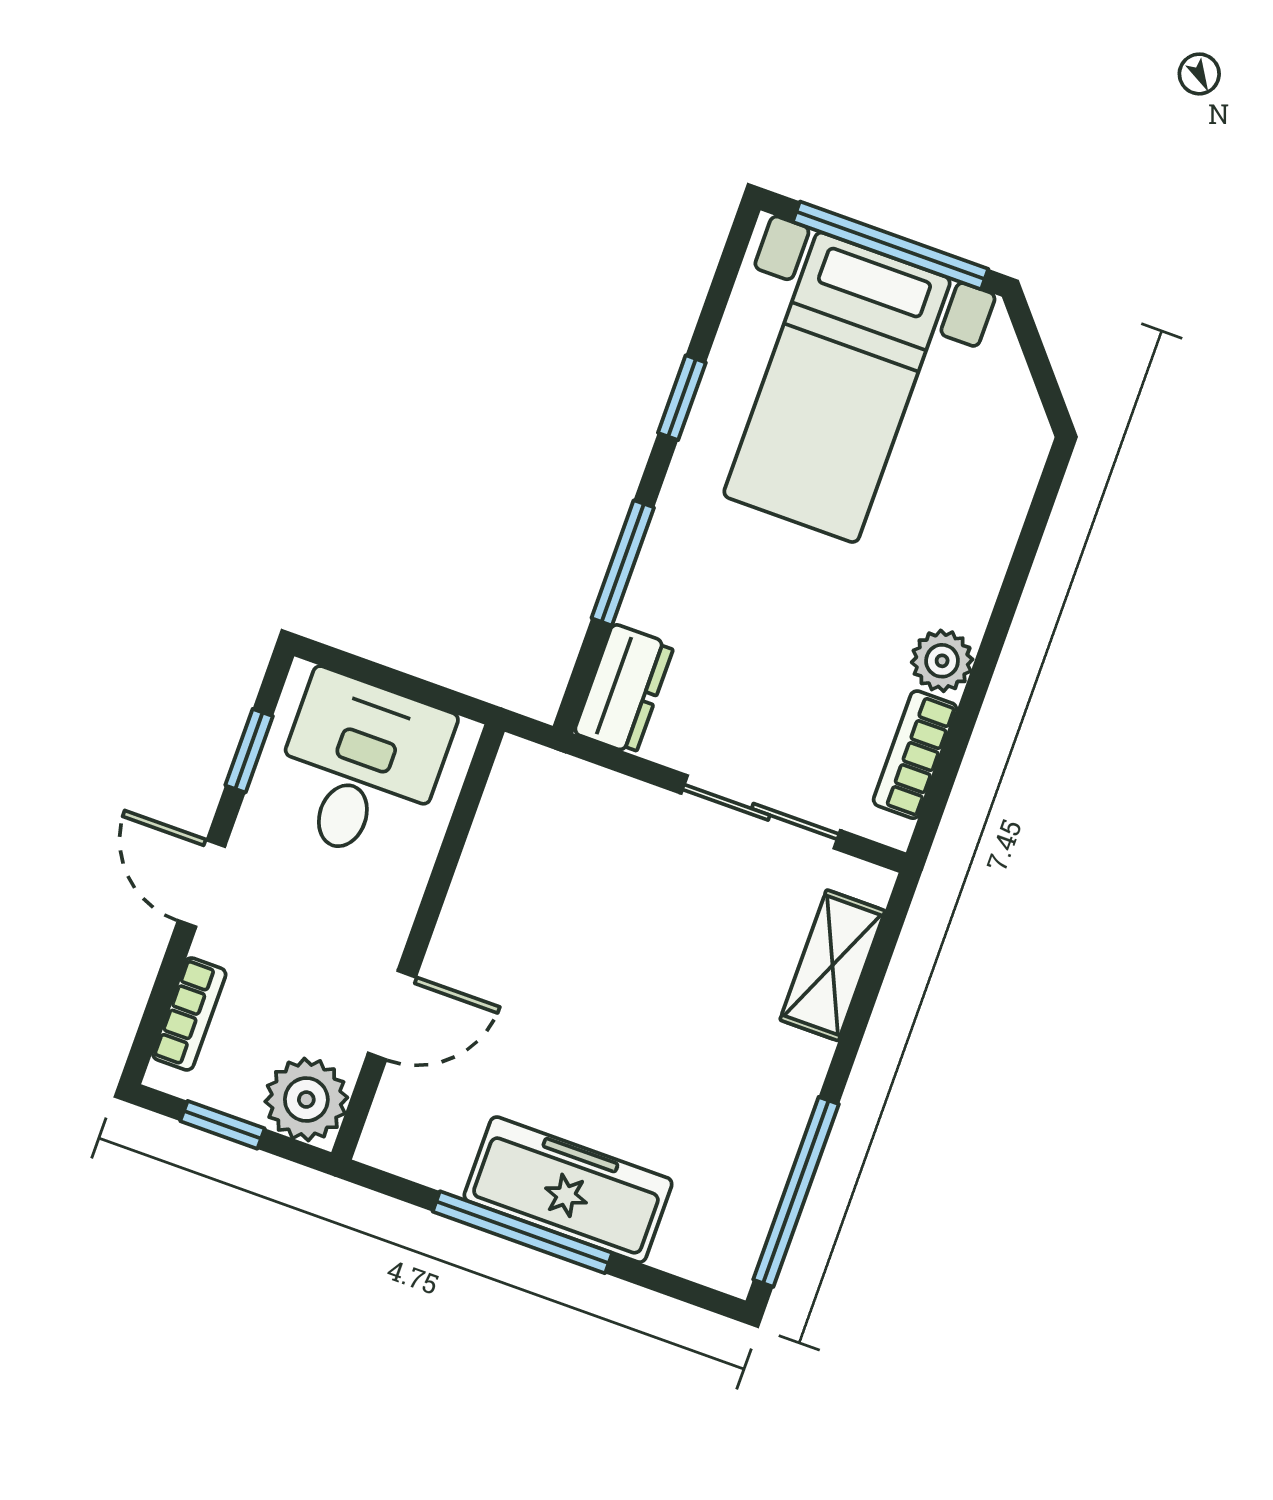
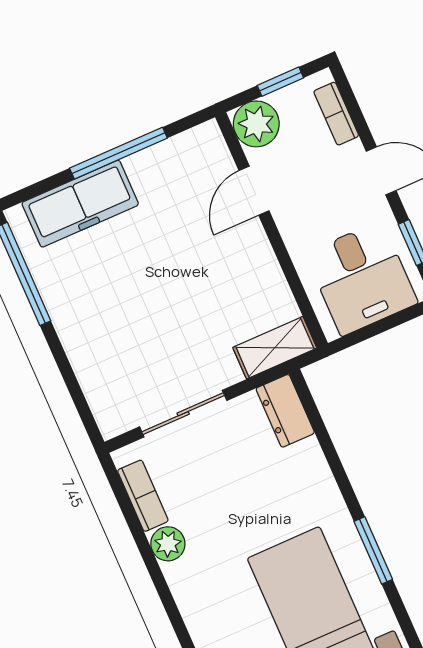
window: (682, 398) -> (373, 550), width x1.50
window: (623, 563) -> (334, 461), removed
shelving: (833, 965) -> (275, 348), moved, turned 90
freezer: (568, 1190) -> (80, 204), moved

